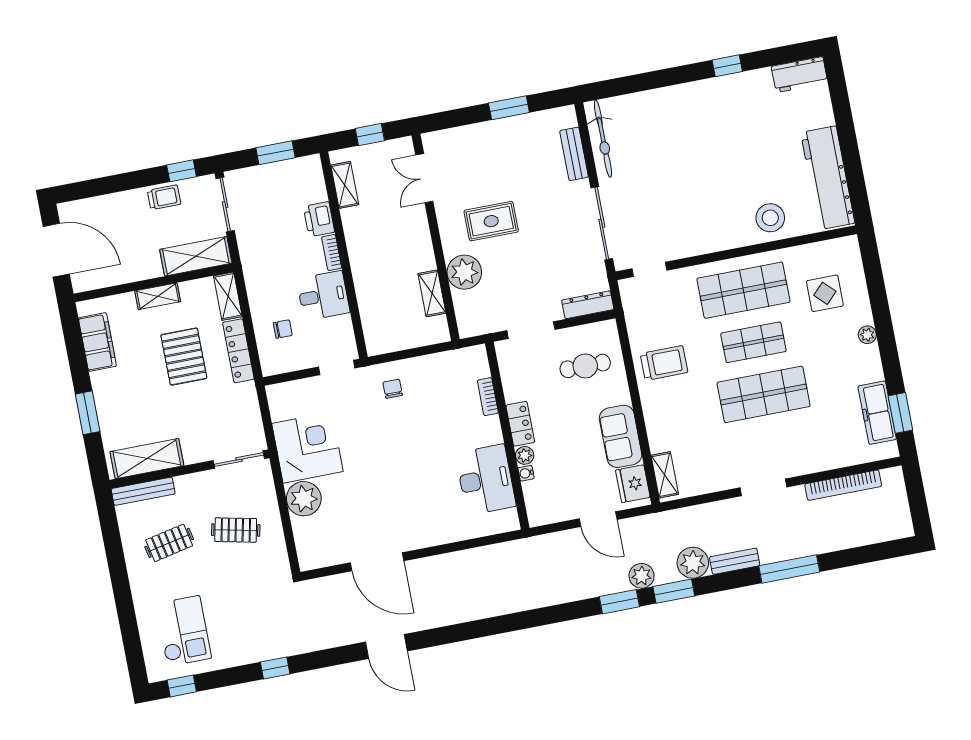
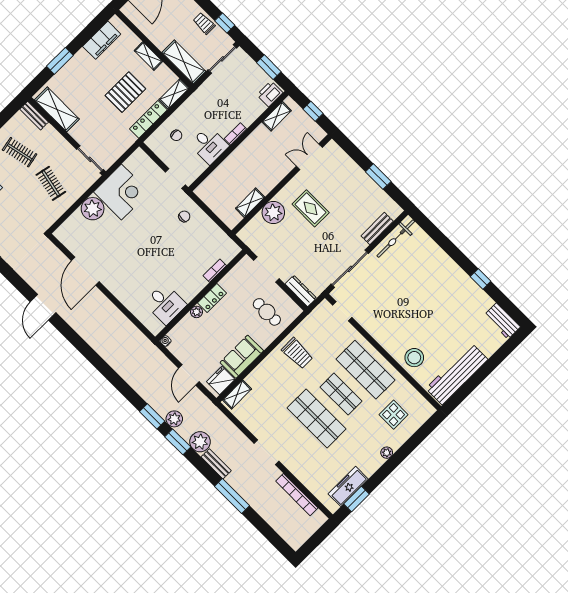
trolley: (164, 197) -> (204, 23), turned 180
printer: (319, 219) -> (270, 94), moved
water cooler: (526, 473) -> (166, 341), moved
desk: (486, 480) -> (165, 304), width x0.73
bench: (143, 491) -> (34, 116), width x0.73

